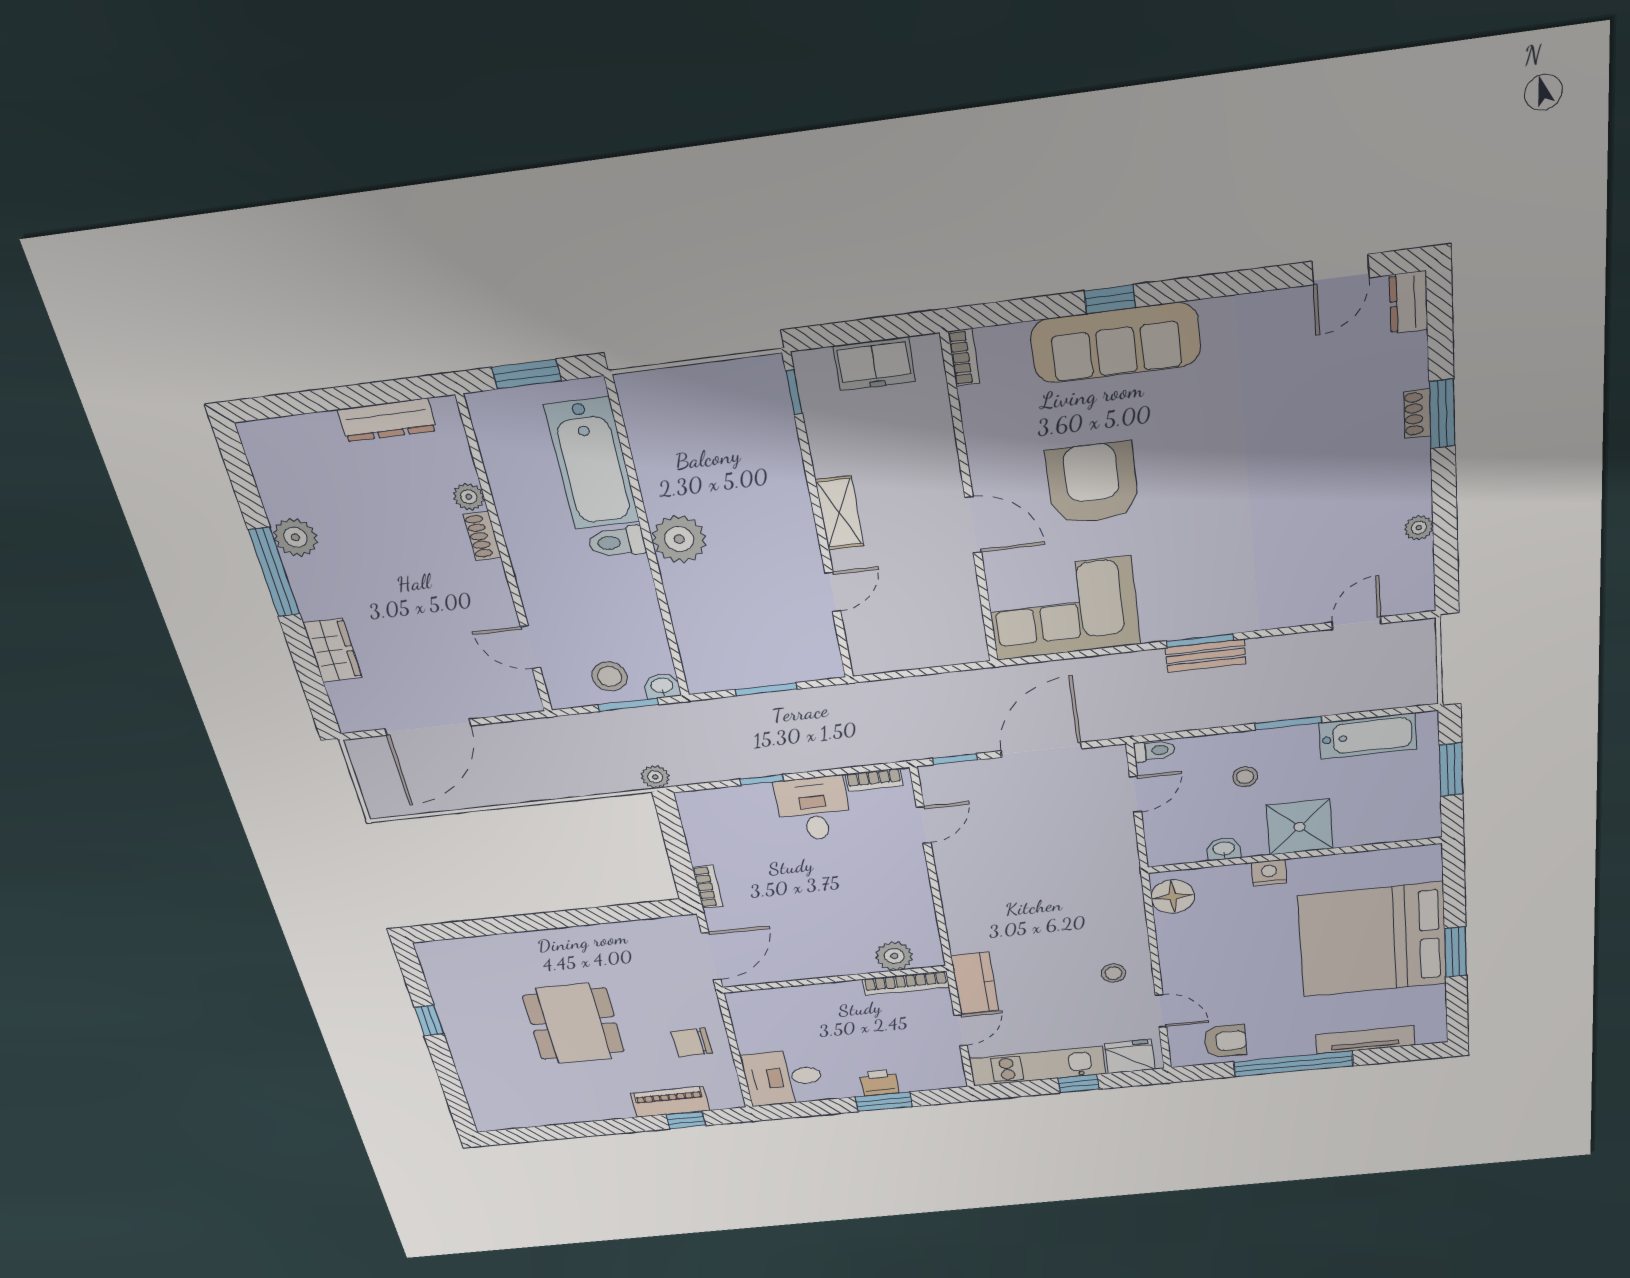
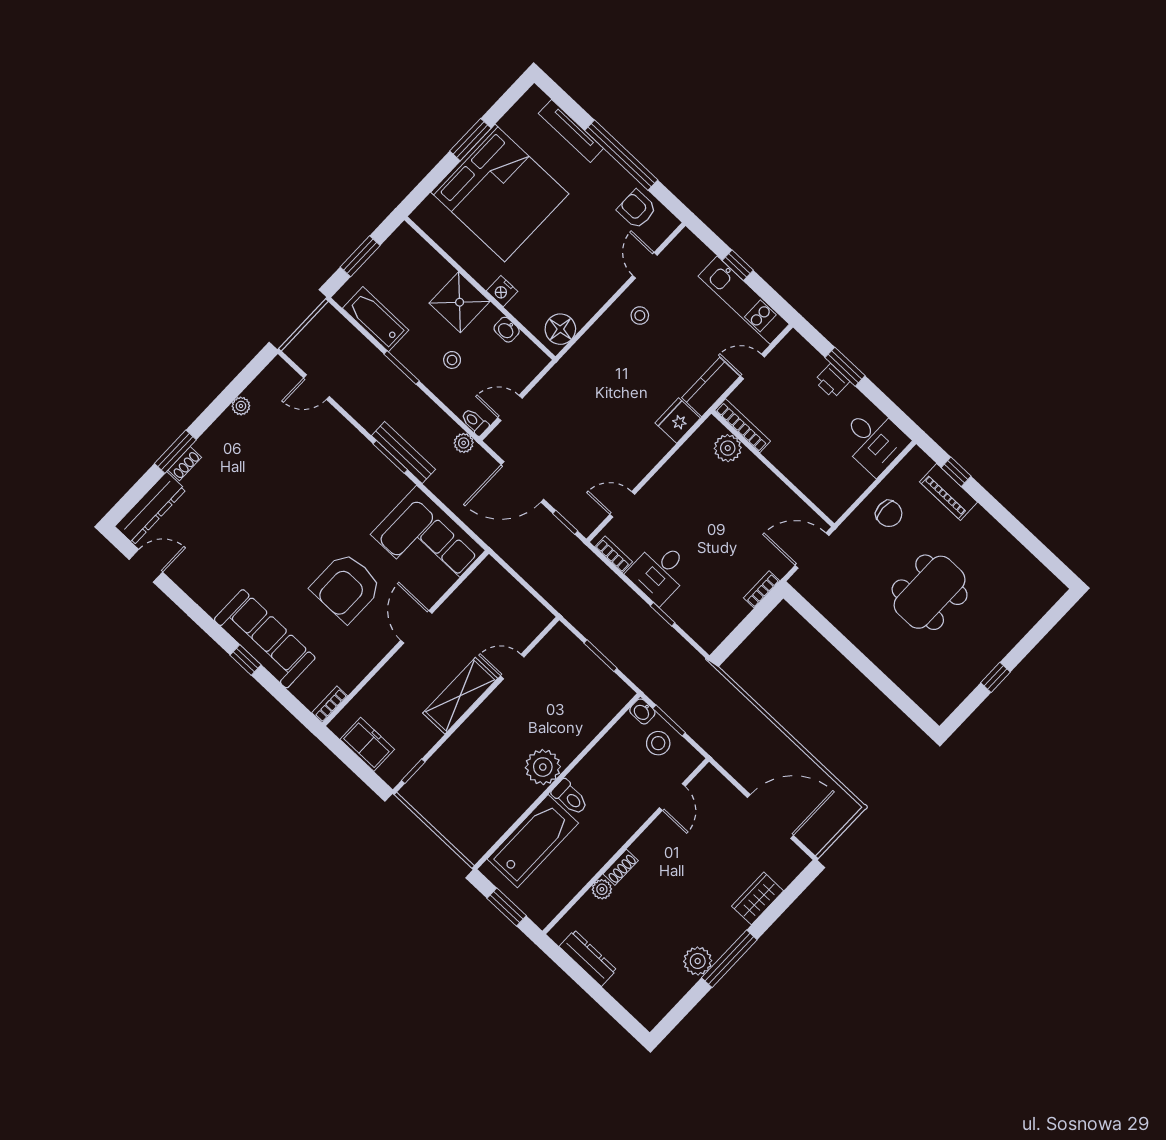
dresser: (1409, 302) -> (150, 508), width x1.96, depth x1.24
shelving: (840, 513) -> (460, 696), width x1.50, depth x1.33
bench: (1206, 656) -> (403, 453), width x1.36
plant: (655, 777) -> (464, 443), moved
fridge: (1130, 1057) -> (678, 421), moved, turned 90

